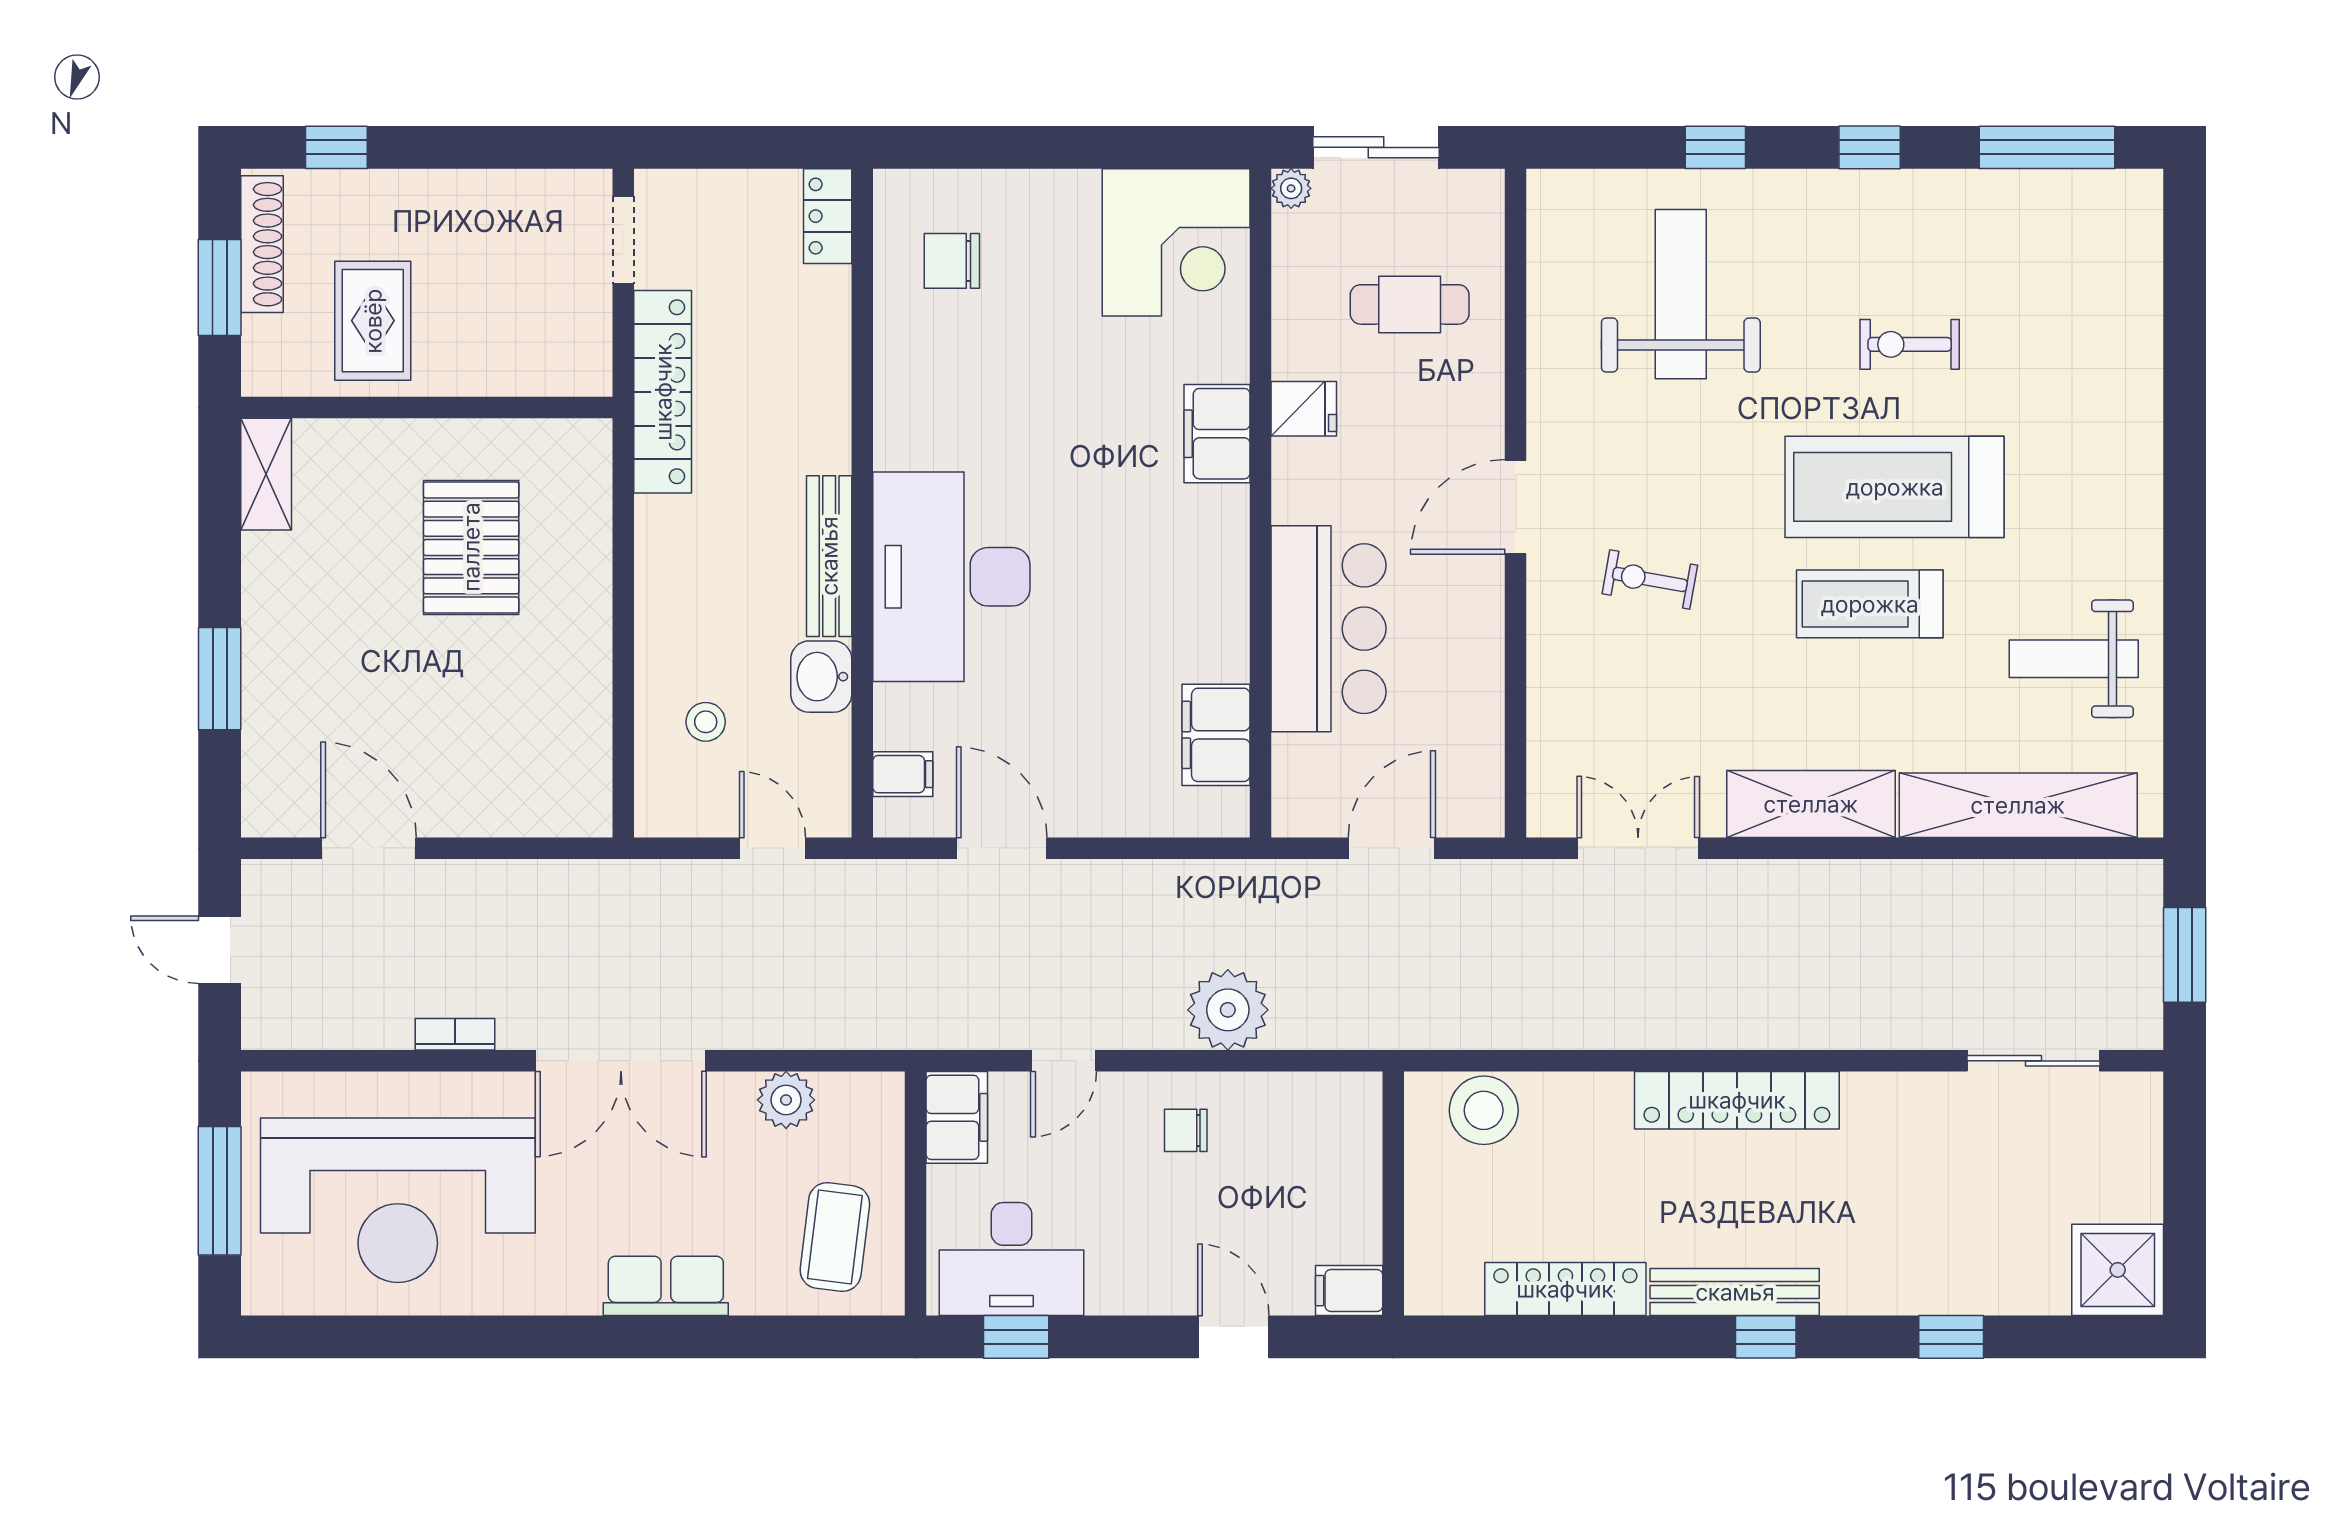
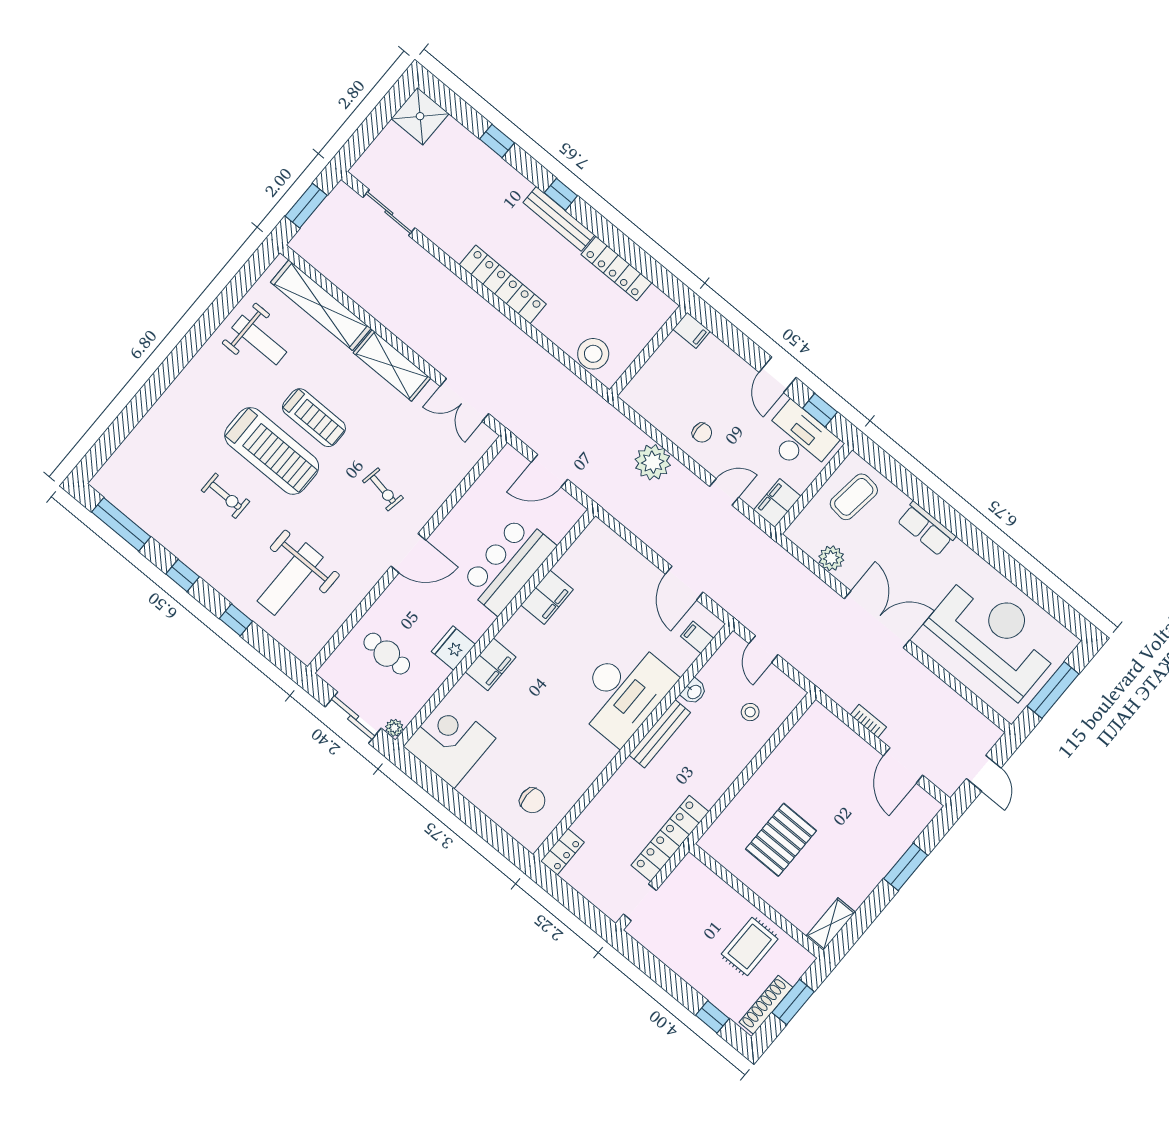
fridge: (1304, 409) -> (453, 648), width x1.38
washbasin: (821, 677) -> (694, 692), width x0.72, depth x0.69
filing cabinet: (1216, 735) -> (547, 597), moved
bookcase: (455, 1034) -> (868, 721), moved, turned 180
door: (1233, 1337) -> (778, 375), moved

